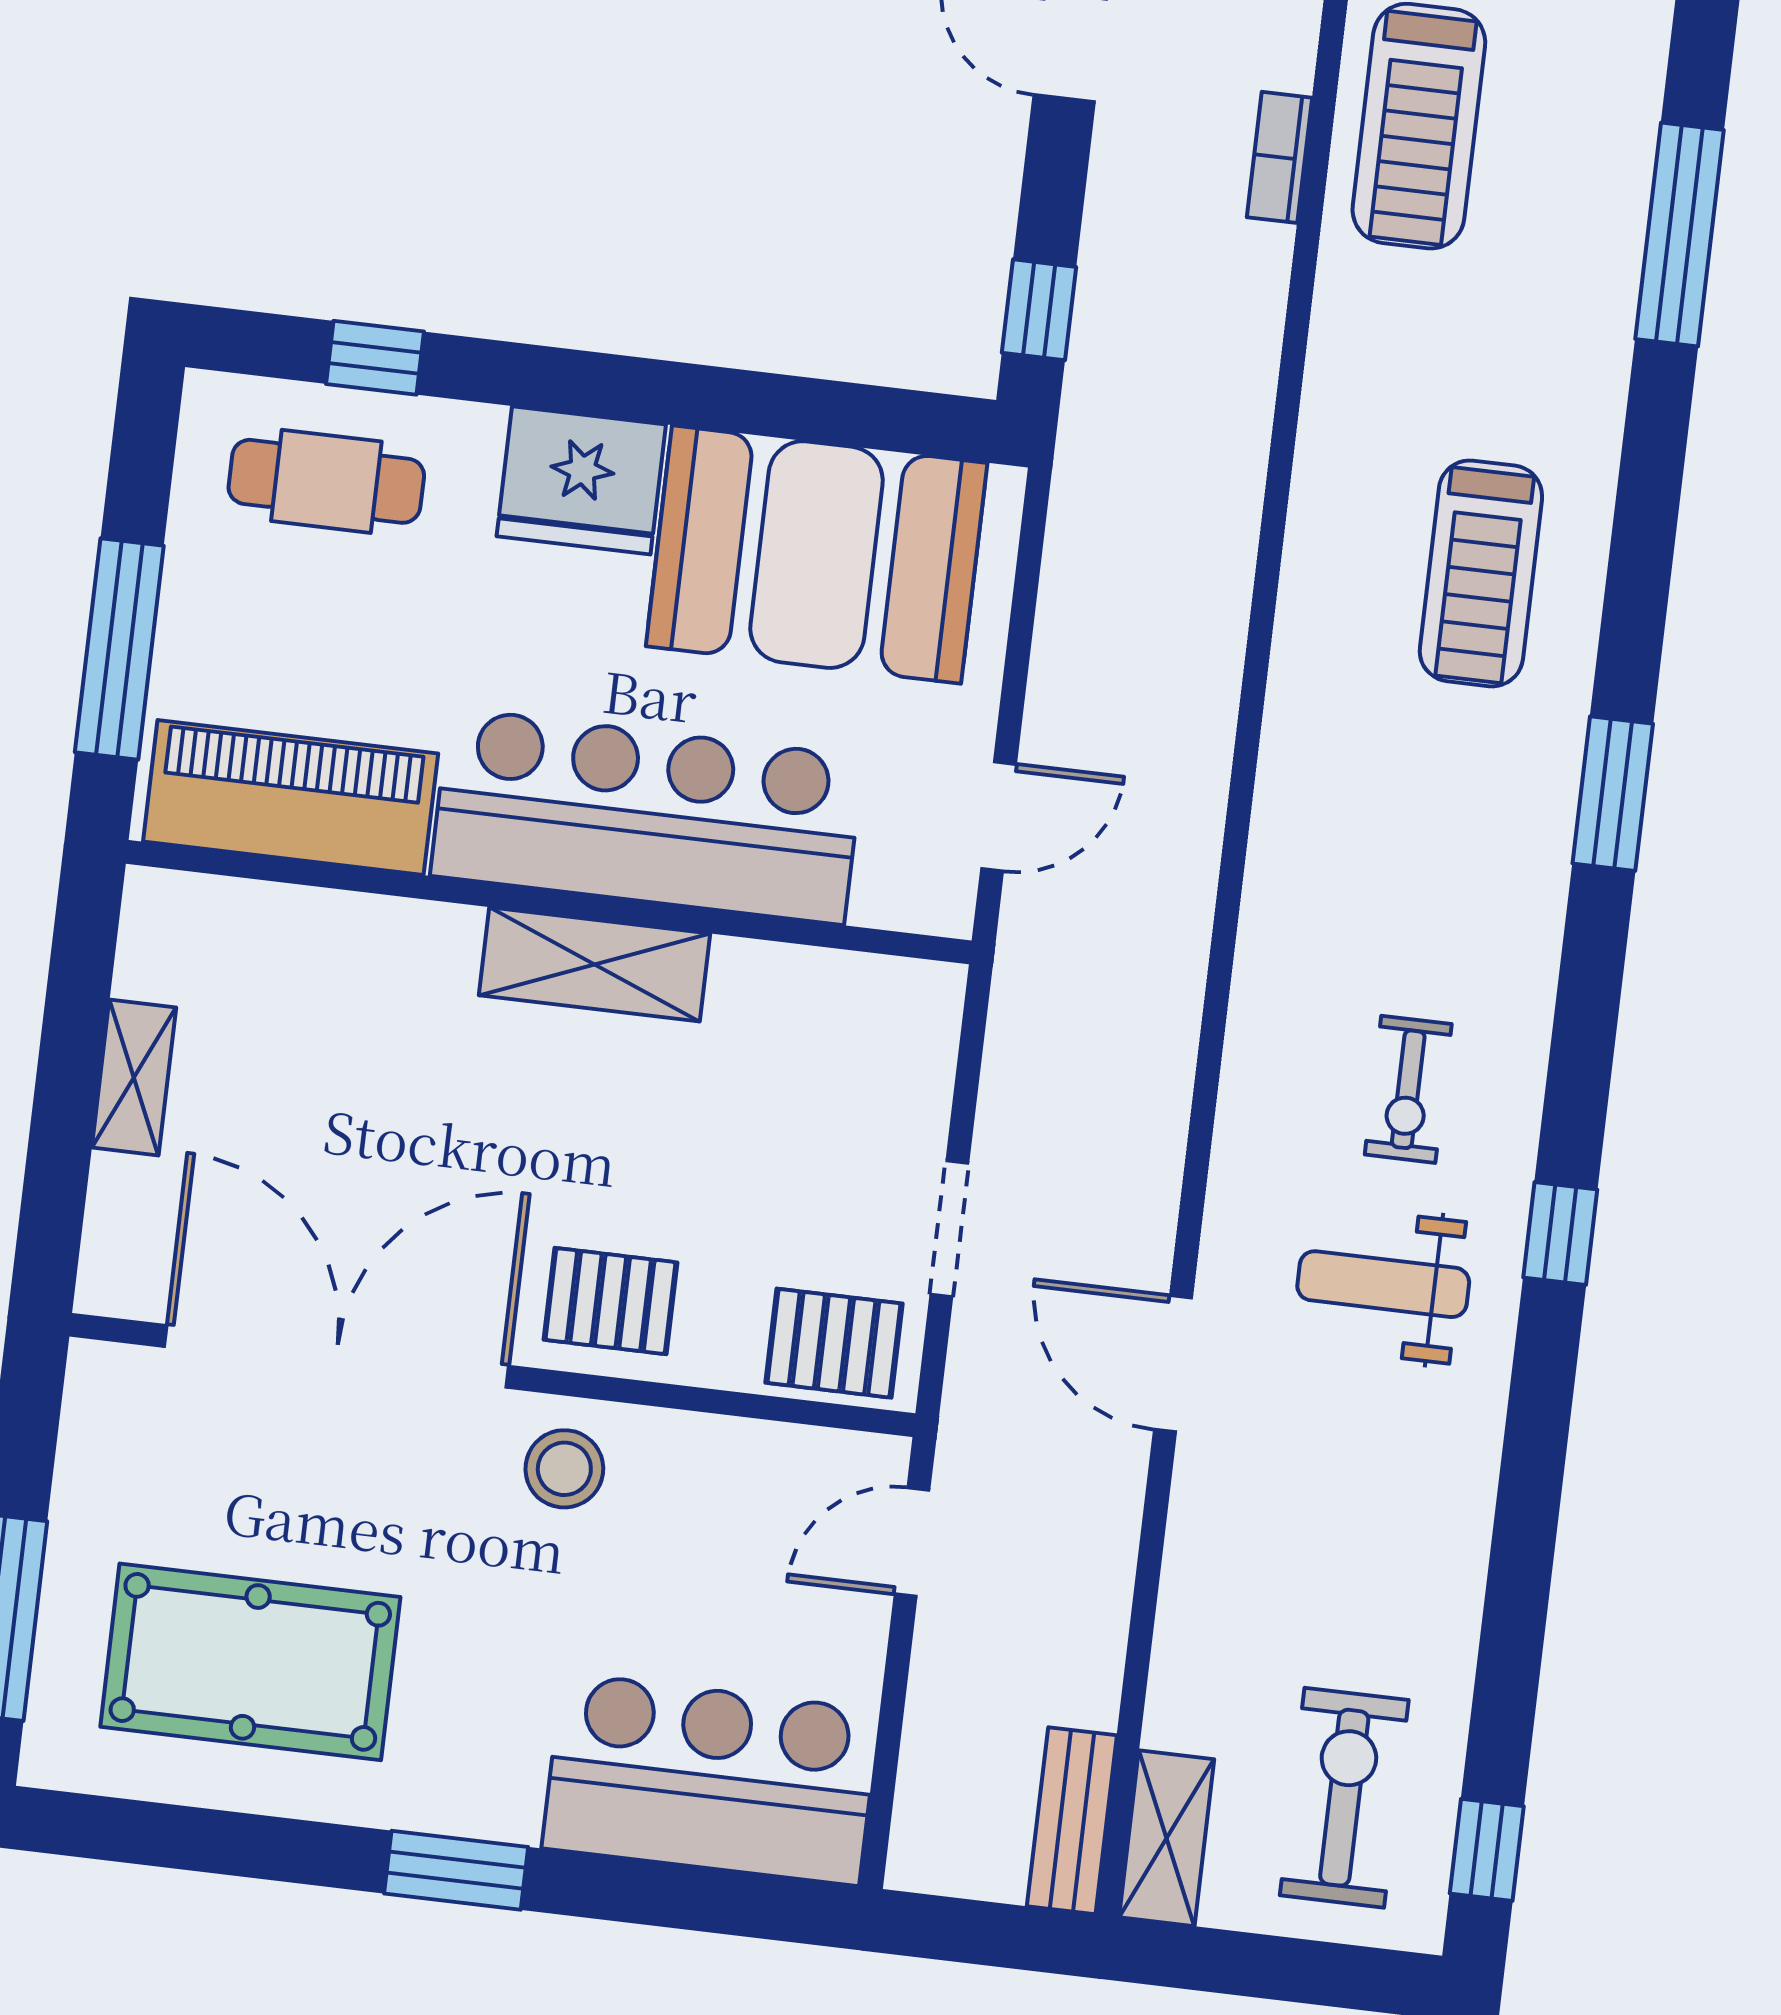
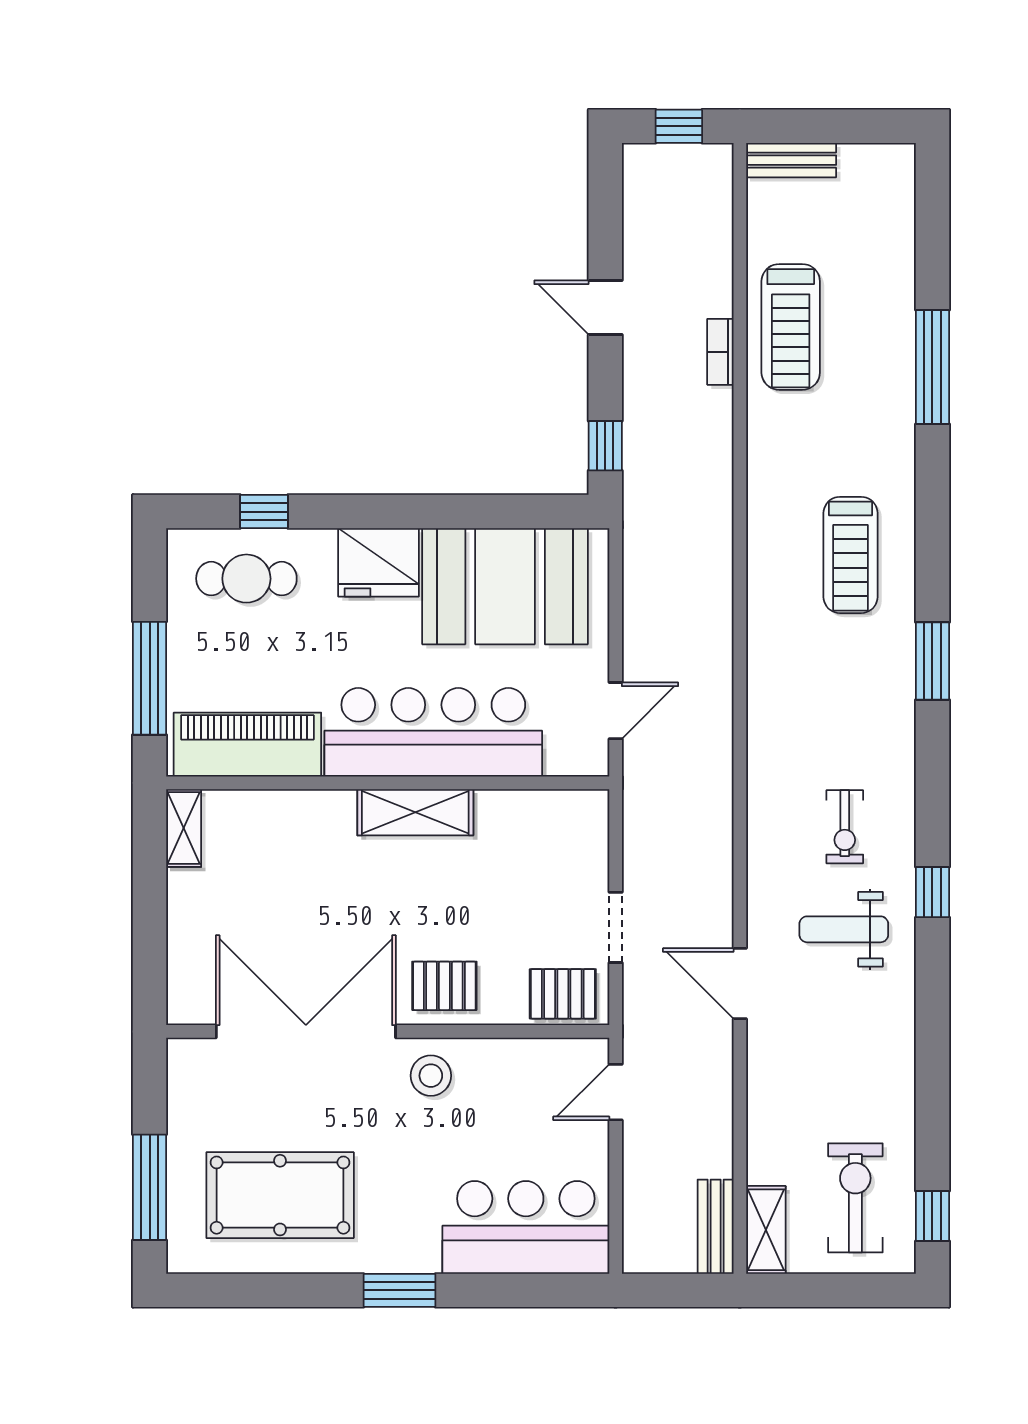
shelving: (134, 1077) -> (184, 828), moved

